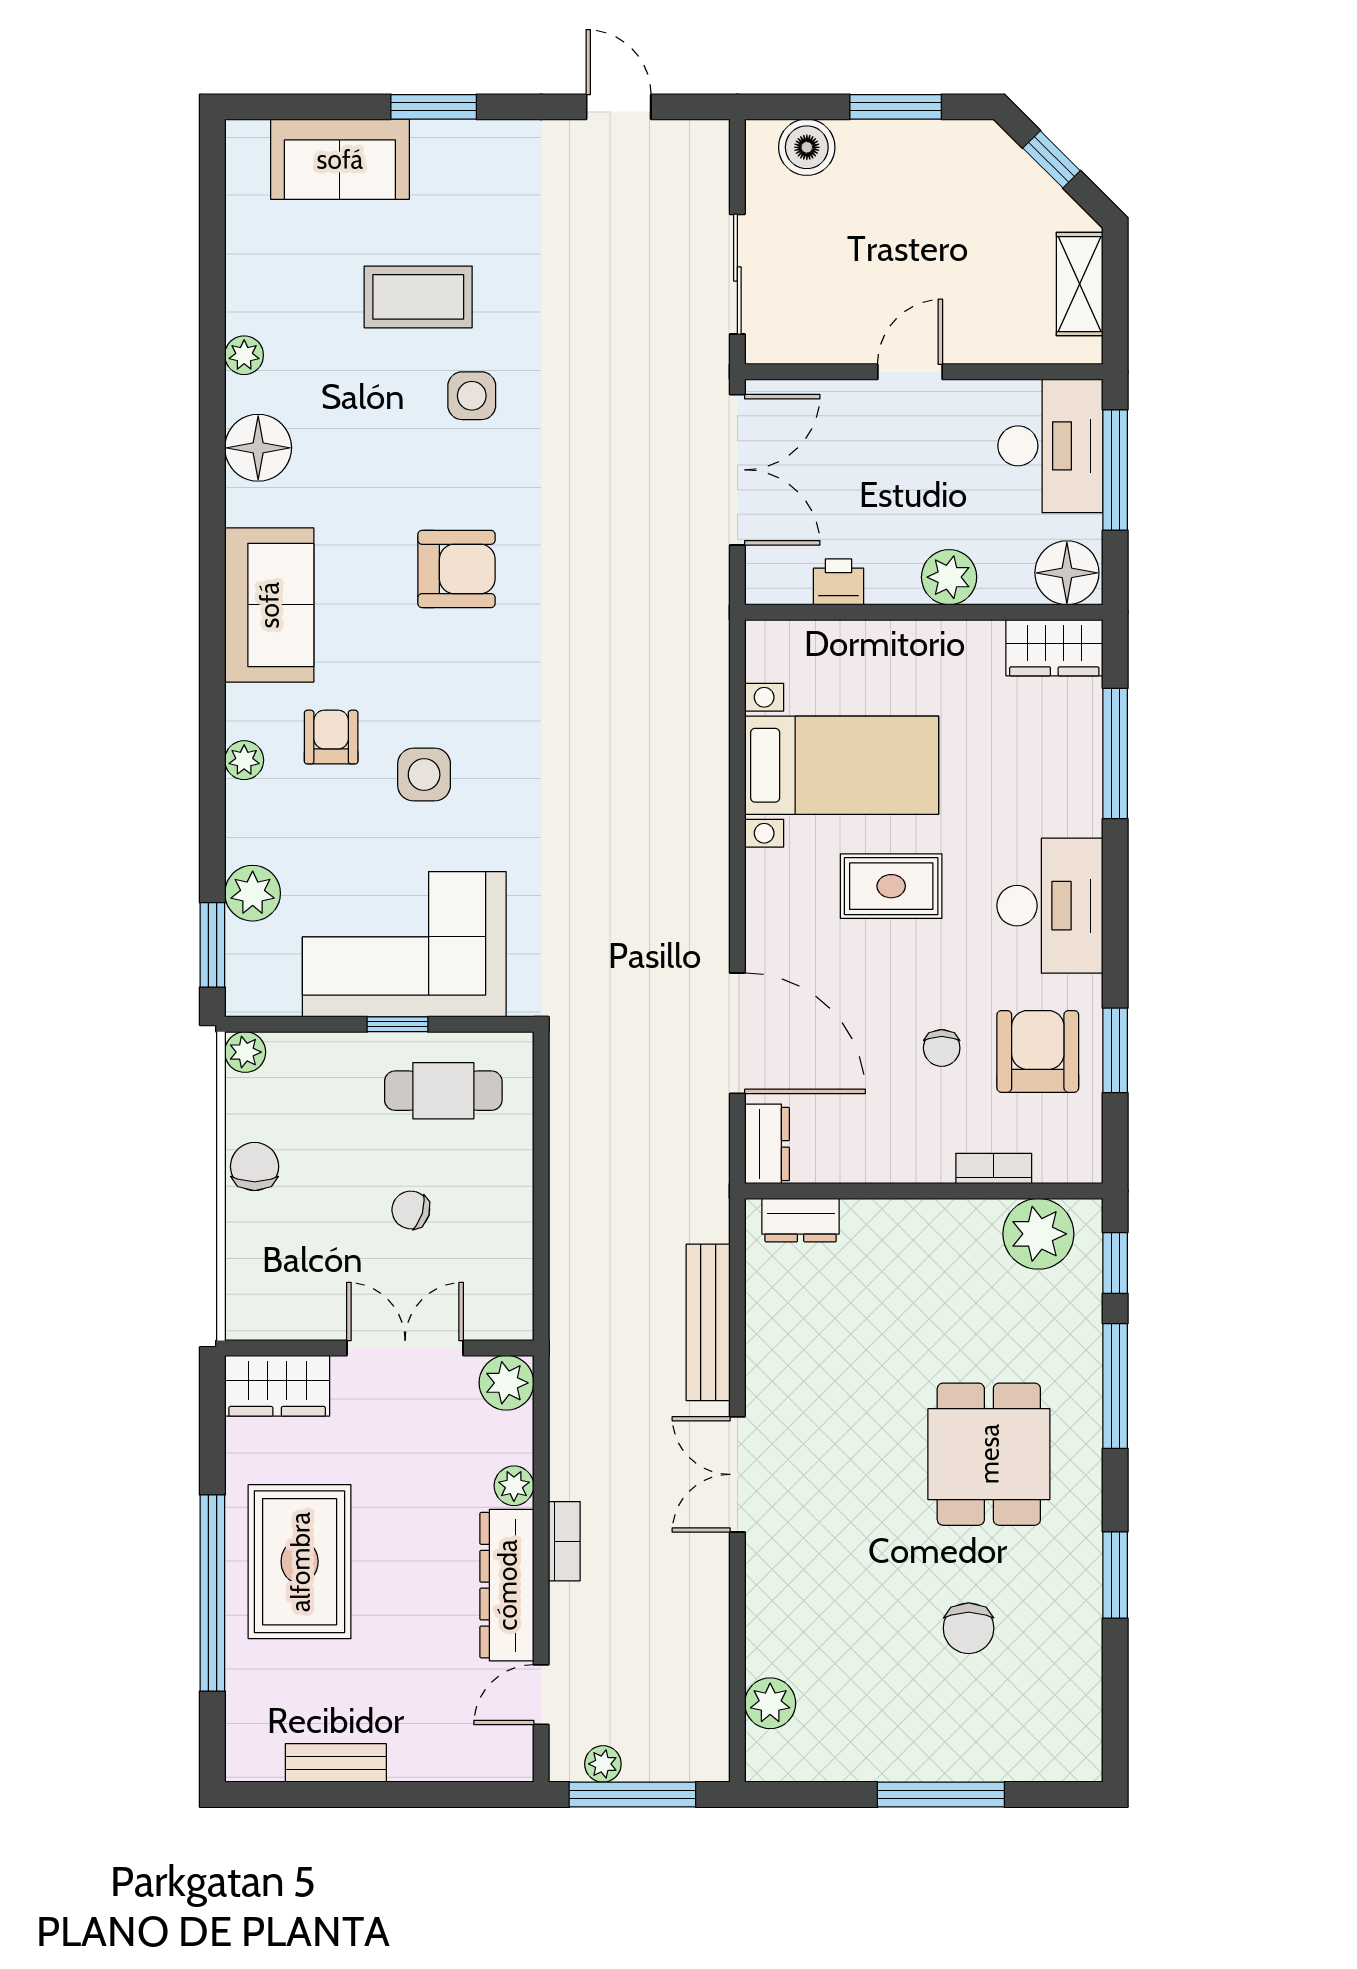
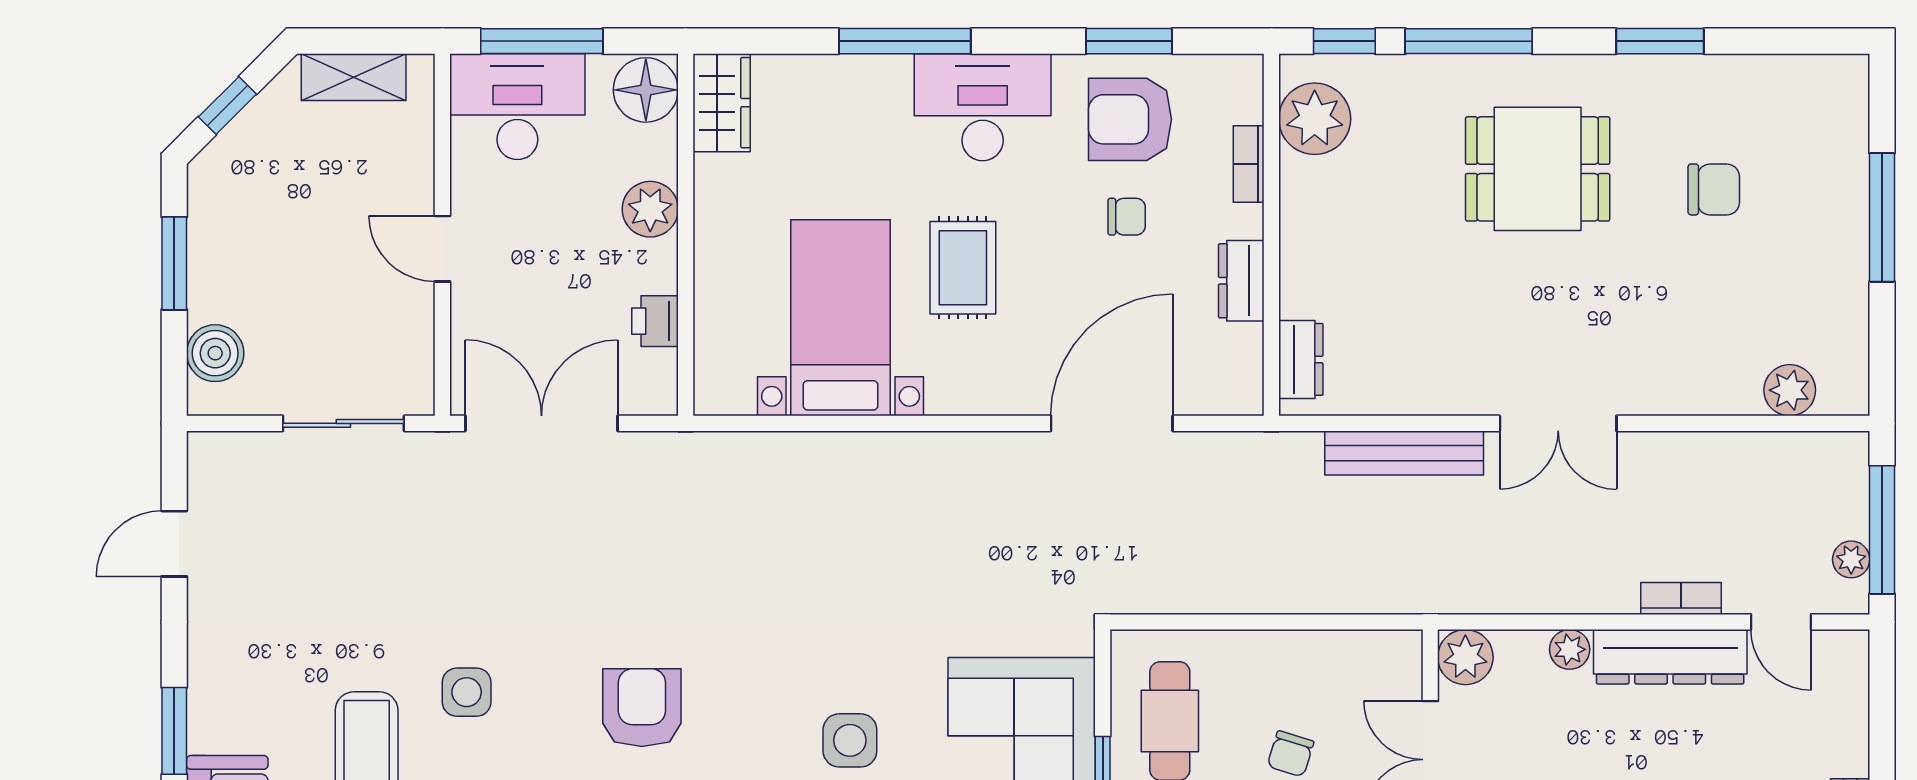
window: (1115, 754) -> (905, 41), moved
dresser: (767, 1144) -> (1241, 281), moved, turned -90
bookcase: (564, 1541) -> (1681, 598), moved

